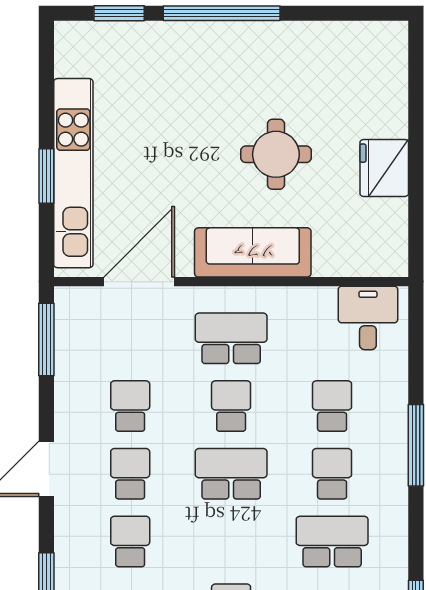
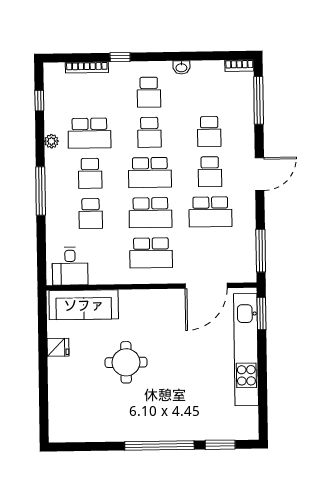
fridge: (384, 168) -> (58, 347), width x0.53, depth x0.75
window: (46, 176) -> (262, 313), moved
sofa: (253, 252) -> (84, 305), moved
school desk: (130, 406) -> (210, 212), width x1.85
school desk: (231, 406) -> (150, 213), width x1.85
plant: (396, 529) -> (51, 141), added
school desk: (231, 542) -> (149, 132), added

